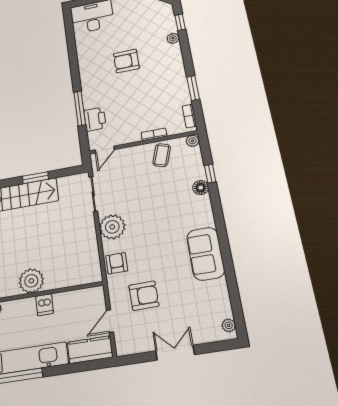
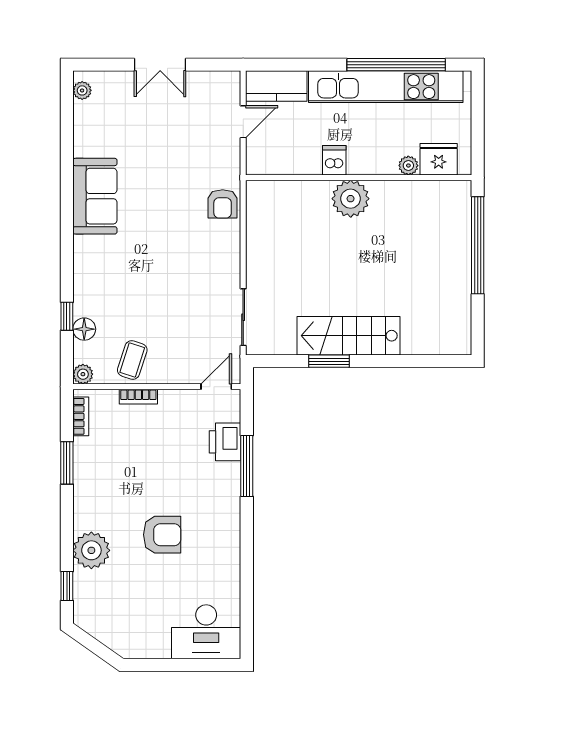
plant: (173, 38) -> (91, 550), width x1.88, depth x1.88
floor lamp: (201, 188) -> (84, 329), moved
plant: (112, 227) -> (221, 260), removed
armchair: (144, 296) -> (191, 150), removed

